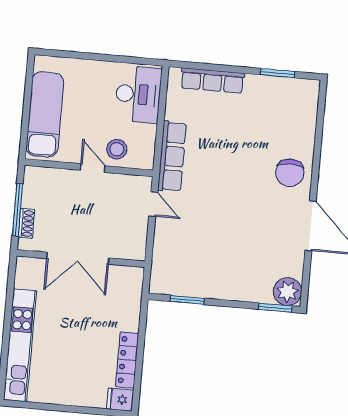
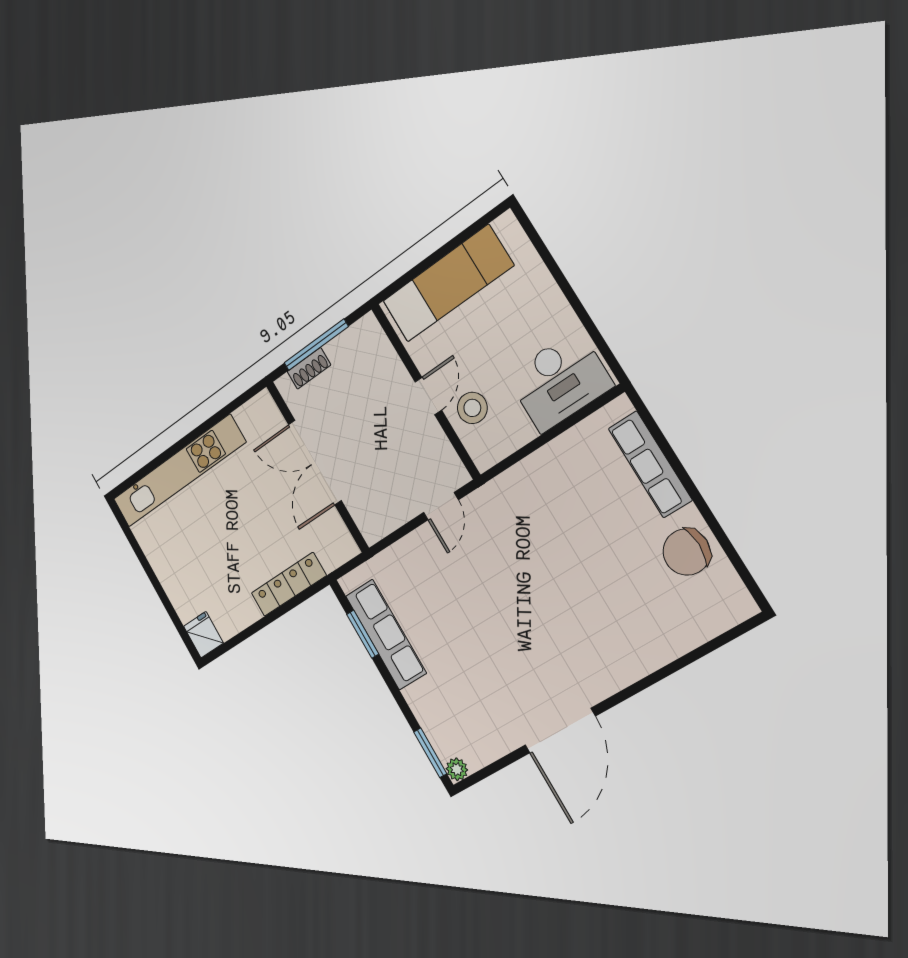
window: (278, 73) -> (726, 545), removed
row of seats: (172, 156) -> (386, 634), moved, turned -90
chair: (290, 173) -> (687, 552), moved
plant: (288, 292) -> (457, 769), width x0.53, depth x0.53
locker: (127, 360) -> (289, 584), moved

